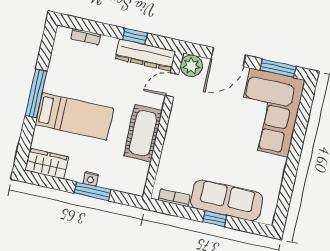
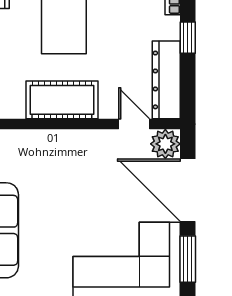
window: (135, 36) -> (188, 38), moved
door: (228, 57) -> (188, 190), width x1.36

